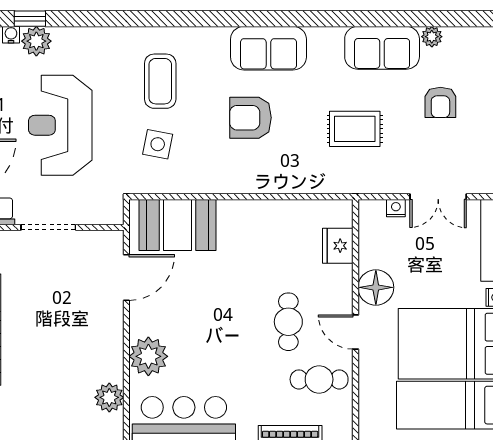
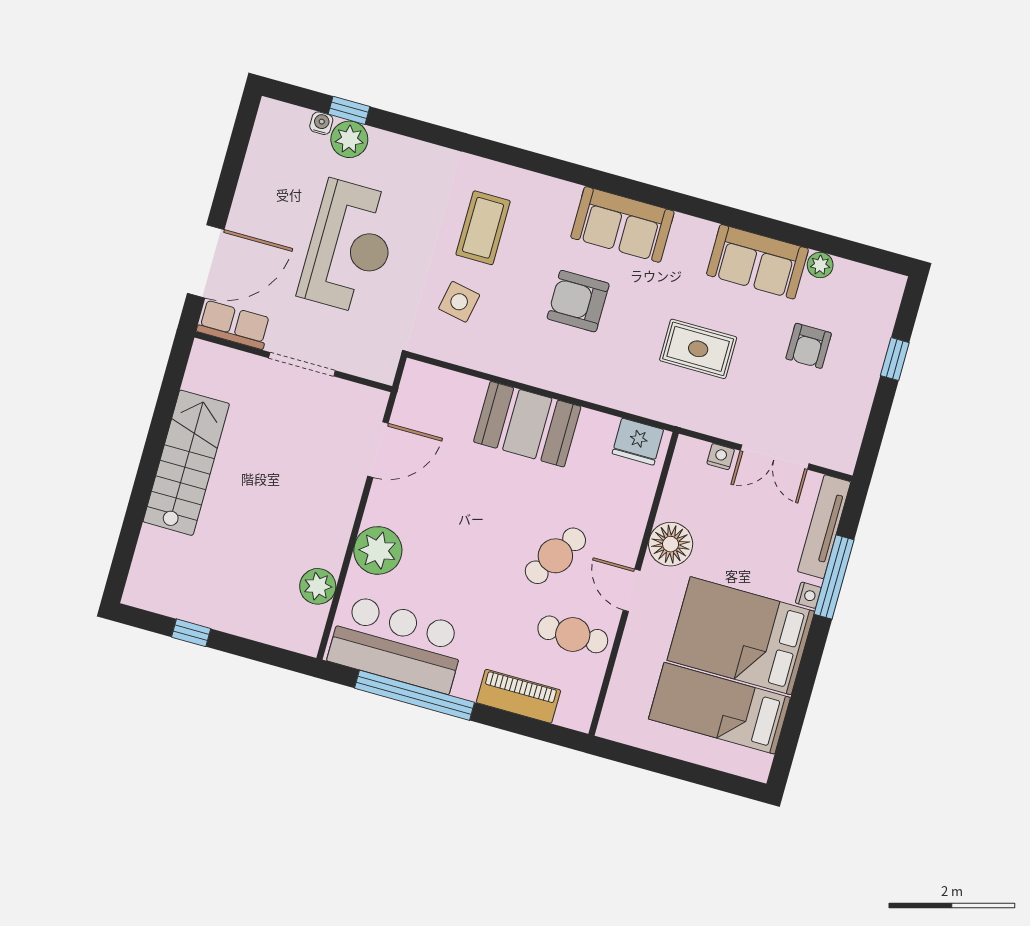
reception desk: (60, 125) -> (350, 247), turned 180
booth: (177, 225) -> (527, 424), moved
fridge: (338, 246) -> (638, 442), moved, turned -90
cafe table: (288, 322) -> (555, 556), turned 33

